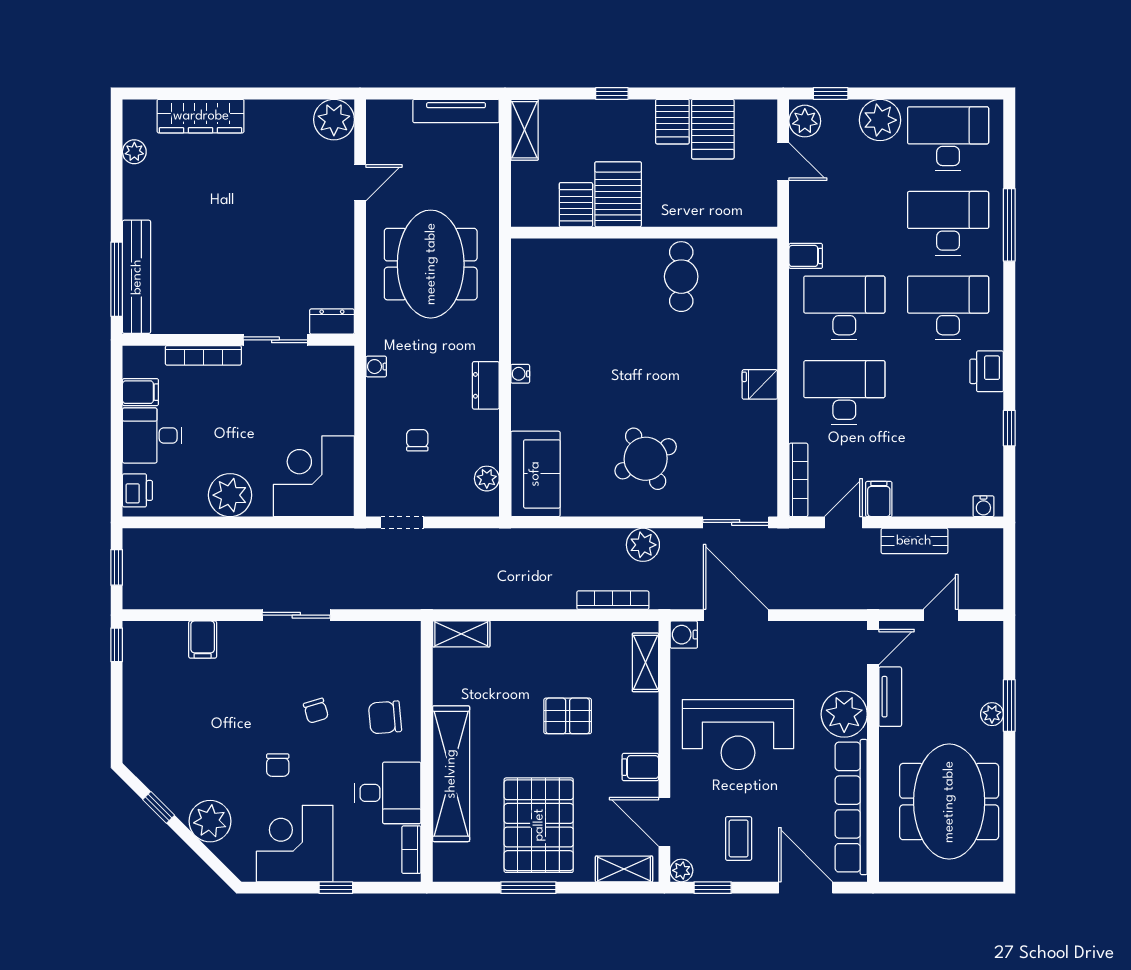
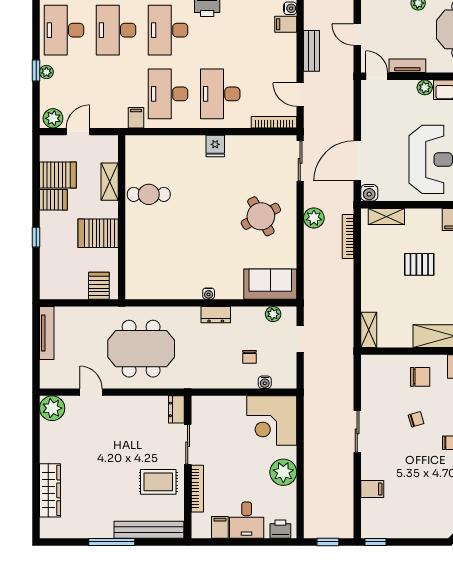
window: (831, 94) -> (36, 71), moved
plant: (880, 120) -> (46, 72), width x0.53, depth x0.53
shelving: (524, 130) -> (110, 182), moved, turned 90
plant: (134, 152) -> (72, 531), removed
server rack: (576, 205) -> (99, 286), moved, turned 90
window: (117, 279) -> (112, 542), moved
rug: (214, 292) -> (158, 482), added
water cooler: (376, 367) -> (265, 382), moved
chair: (417, 440) -> (250, 357), turned -90
filing cabinet: (879, 499) -> (286, 24), moved
doorway: (402, 522) -> (300, 339), moved
plant: (844, 714) -> (425, 87), width x0.53, depth x0.53
pallet: (568, 716) -> (419, 264), turned 90
chair: (385, 717) -> (420, 377), turned -85

